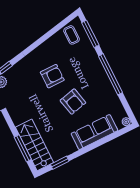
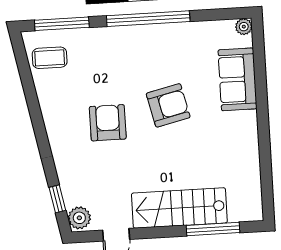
sofa: (94, 132) -> (238, 79), width x0.73
stairs: (34, 145) -> (179, 208), moved
window: (60, 163) -> (266, 175), removed

